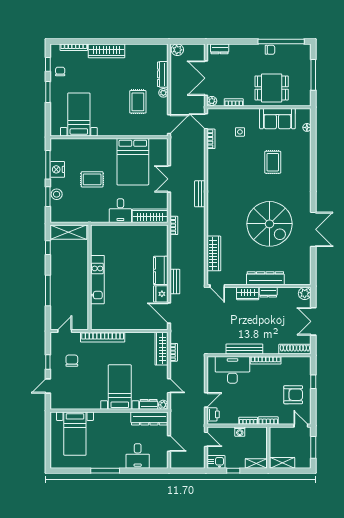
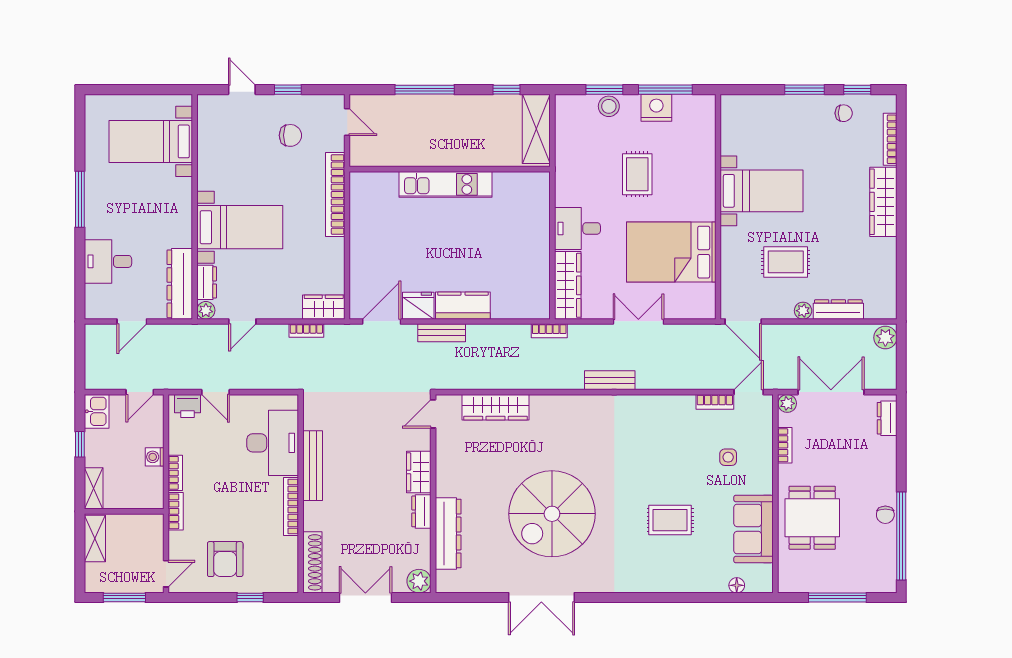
bed with nightstands: (79, 114) -> (762, 191), moved
dresser: (265, 278) -> (448, 533), moved
wardrobe: (161, 349) -> (324, 307), width x0.67

